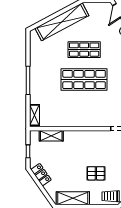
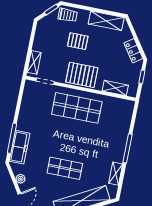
shop shelf: (84, 79) -> (77, 108), moved
shelving: (35, 115) -> (116, 174), moved
pallet: (86, 142) -> (82, 75), added

